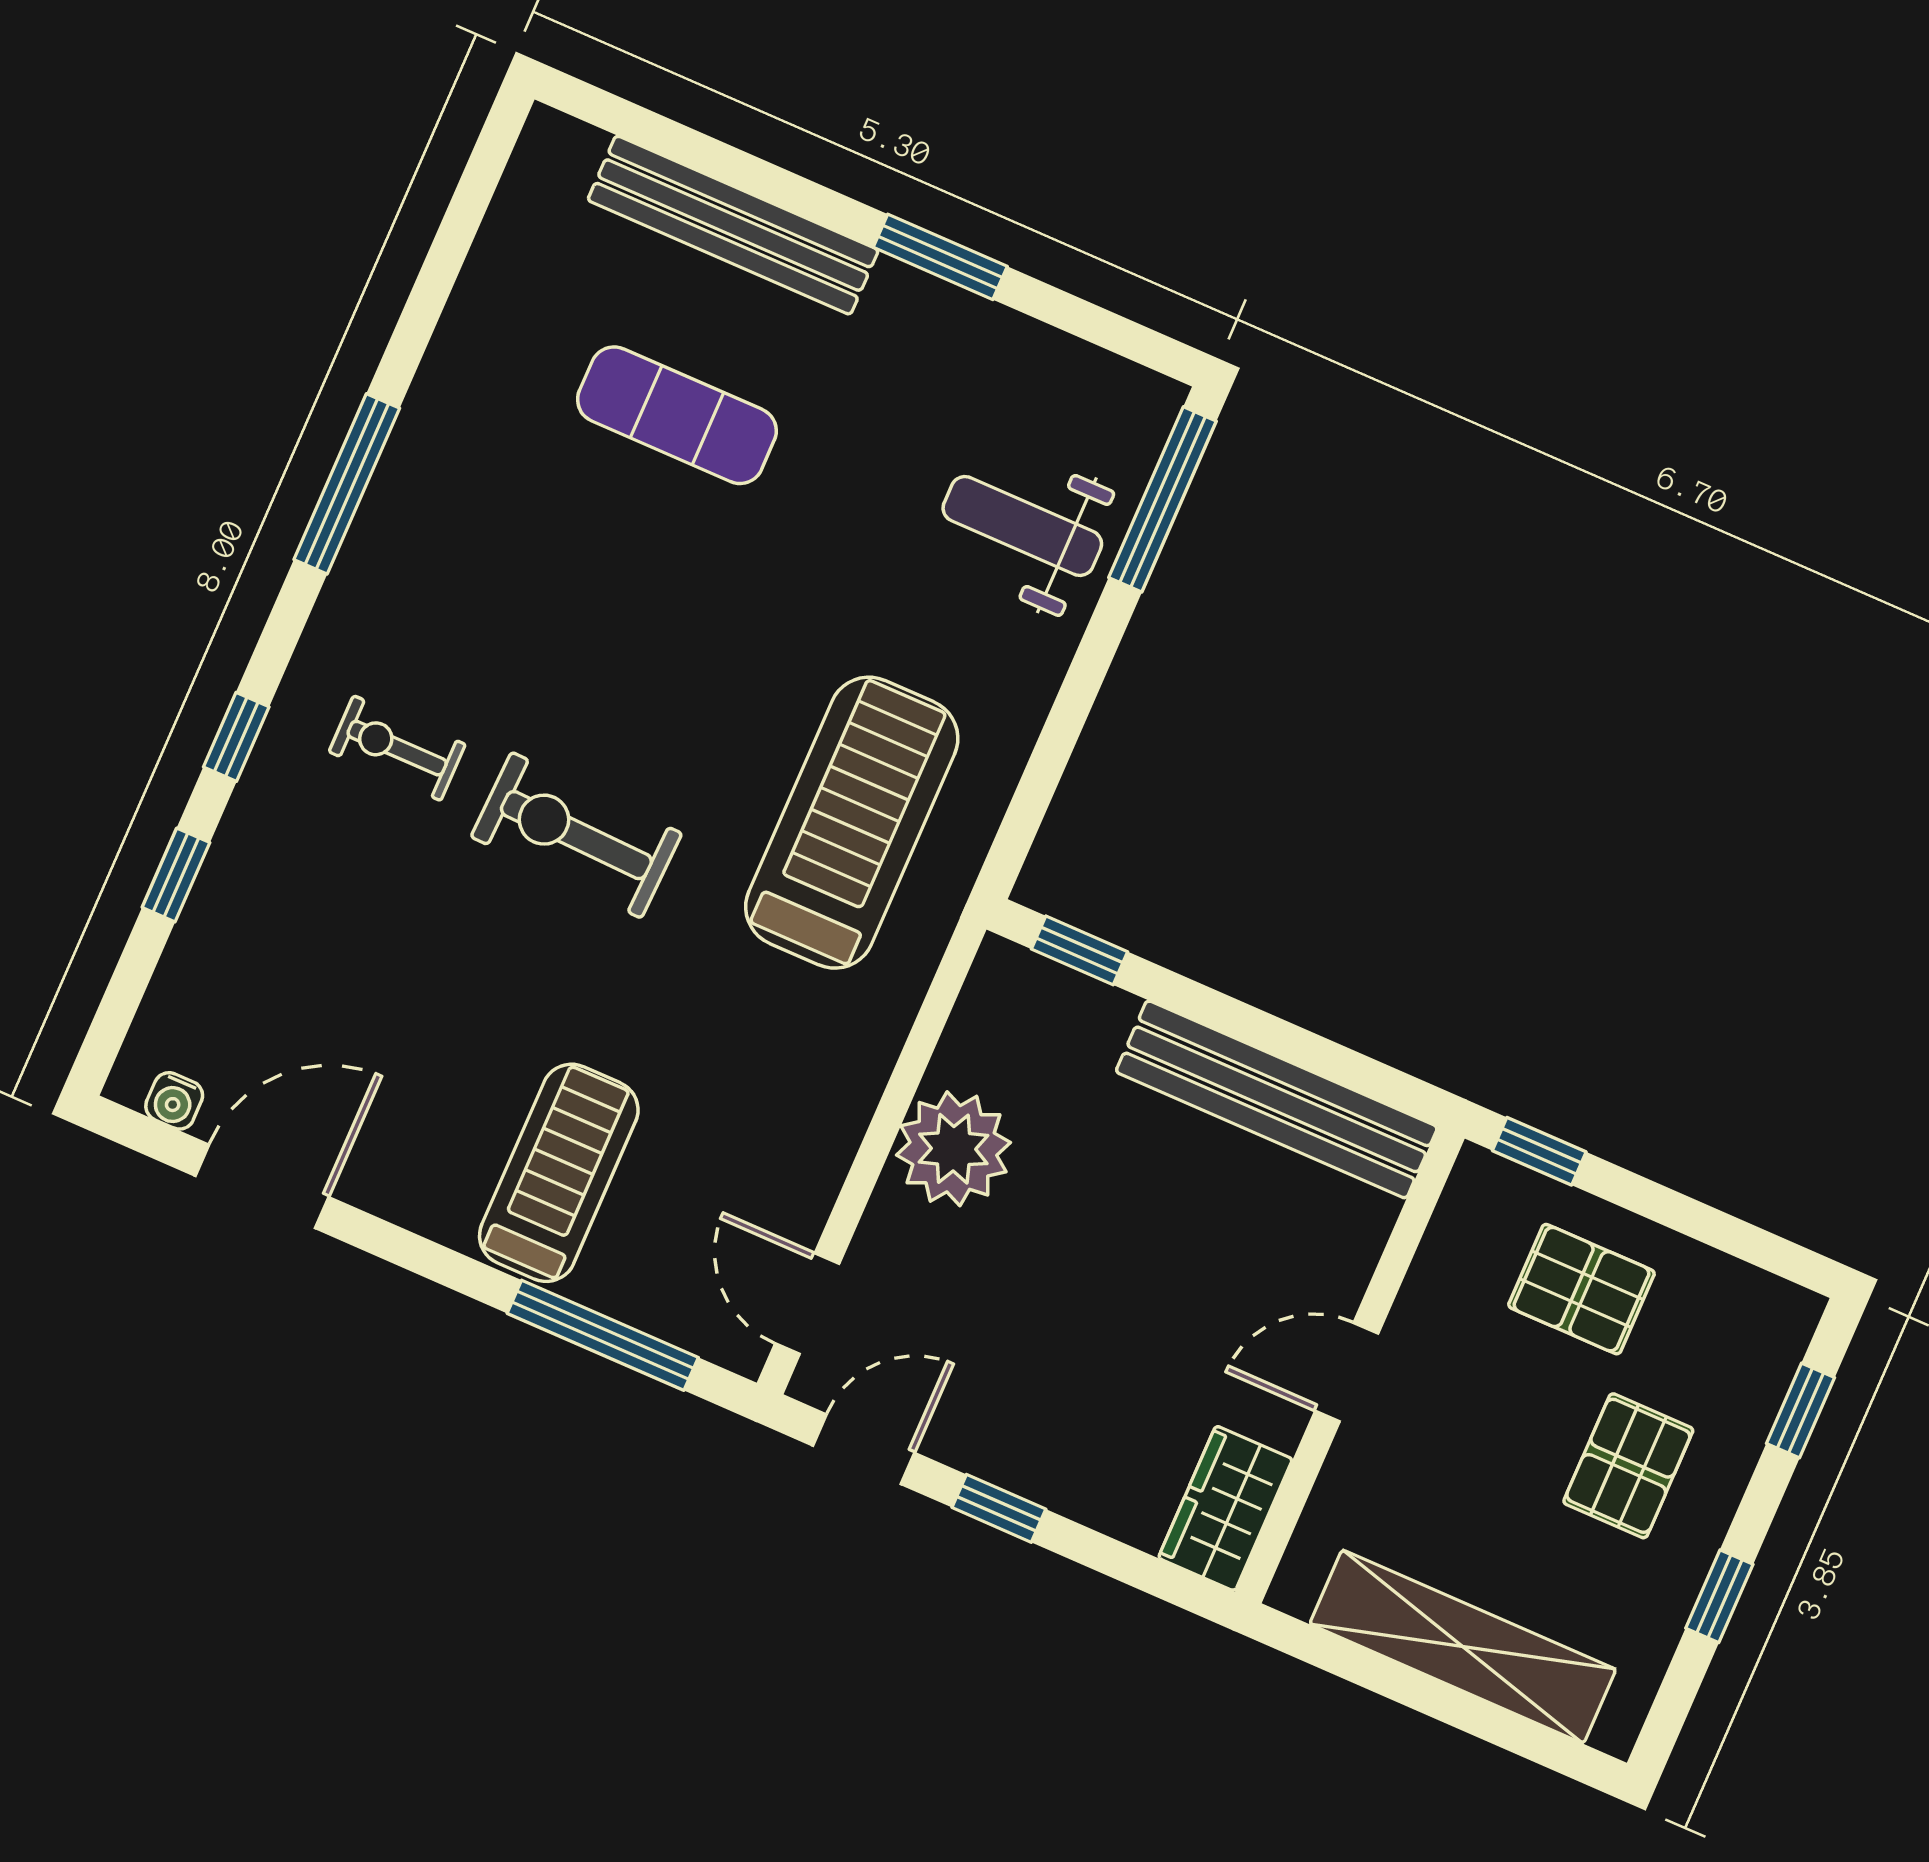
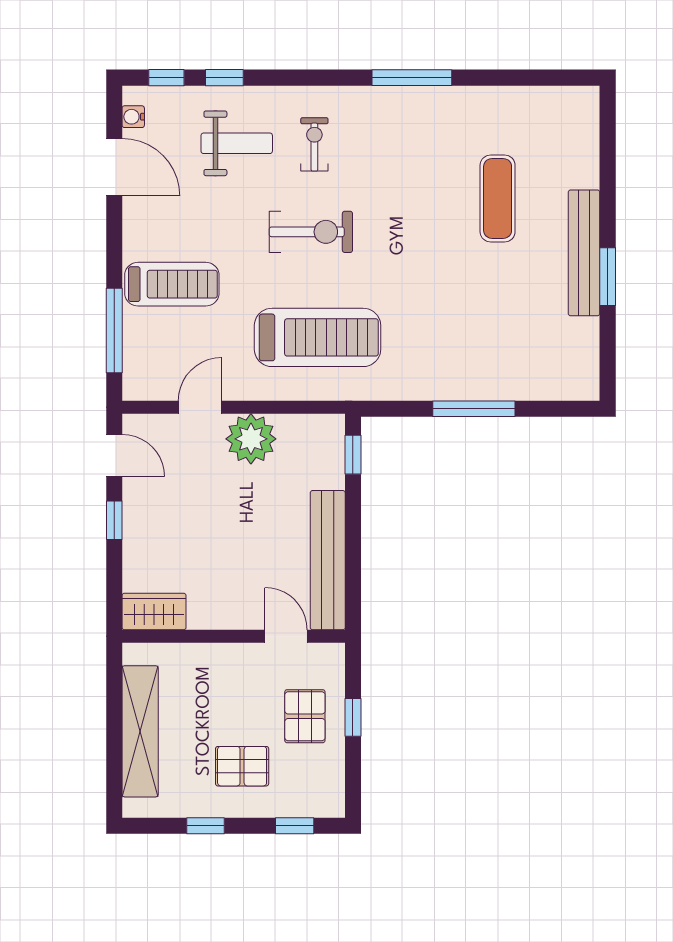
bench: (733, 225) -> (584, 253), moved
window: (1163, 499) -> (474, 409), moved
weight bench: (1022, 526) -> (237, 143), moved, turned 90
window: (236, 737) -> (166, 78), moved
treadmill: (852, 823) -> (318, 337), moved
exercise bike: (576, 835) -> (311, 232), turned 88
window: (1539, 1151) -> (353, 717), moved
door: (807, 1304) -> (200, 407), moved
door: (1347, 1372) -> (286, 636), moved

